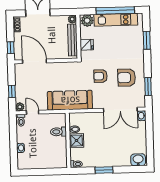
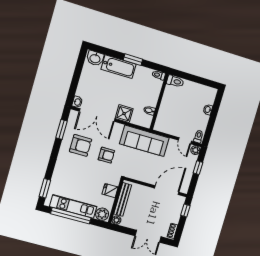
window: (147, 40) -> (45, 188), moved
door: (34, 61) -> (167, 190), swing flipped
double door: (120, 110) -> (97, 115), swing flipped
toilet: (58, 132) -> (175, 81), moved
shower: (77, 141) -> (124, 114), moved
bathtub: (115, 159) -> (119, 67), added

